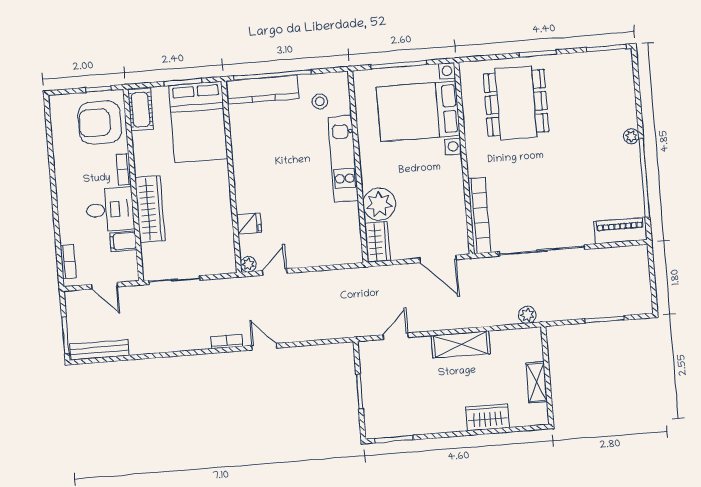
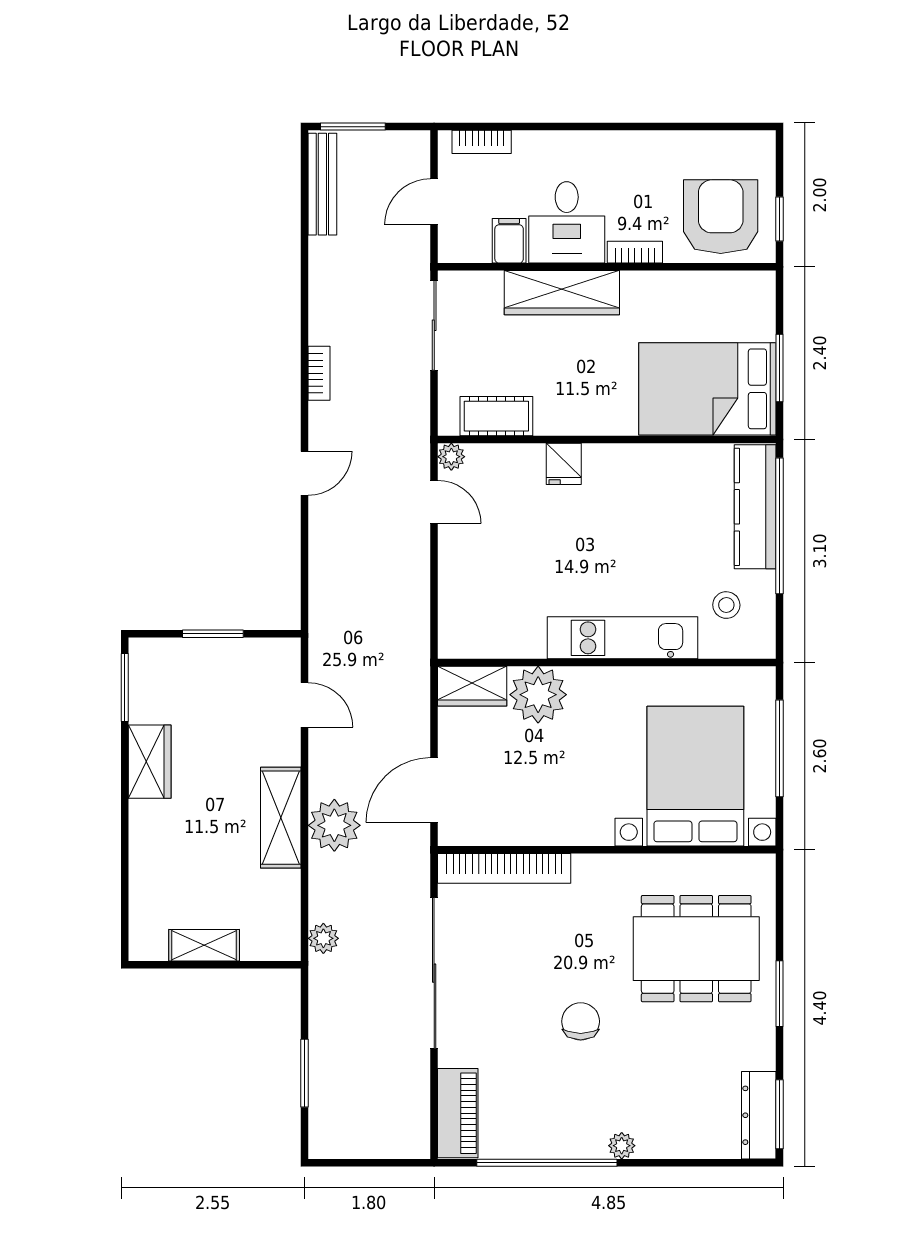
dresser: (608, 60) -> (759, 1115), added
cot: (141, 110) -> (496, 416), moved
chair: (563, 165) -> (581, 1021), added
fridge: (249, 224) -> (564, 464), moved
plant: (463, 314) -> (334, 825), added
bookcase: (227, 342) -> (319, 373), moved
wardrobe: (488, 417) -> (150, 762), moved

